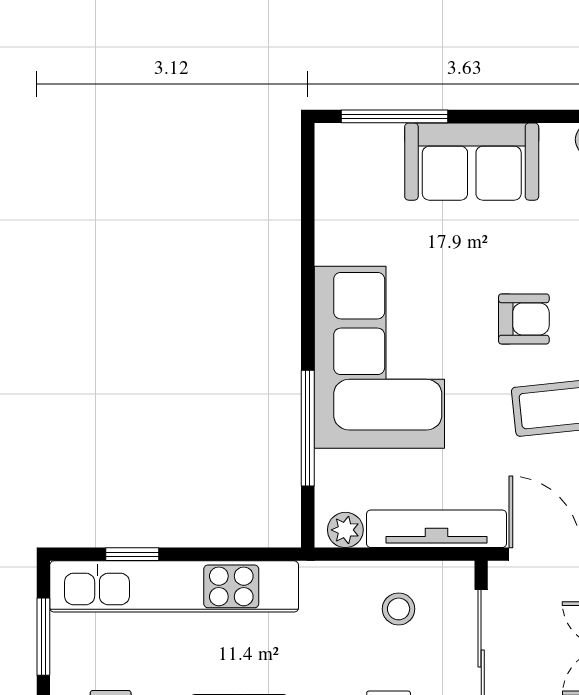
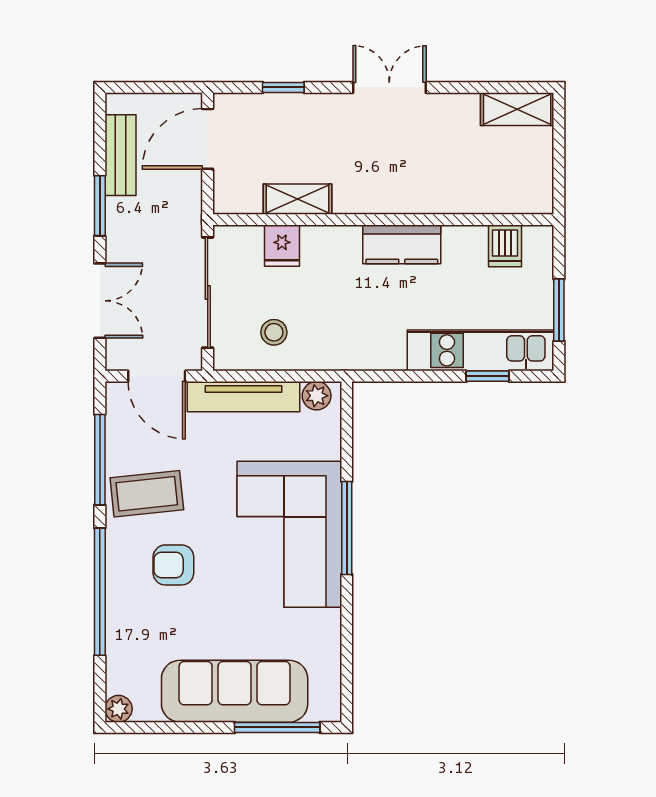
sofa: (472, 162) -> (235, 691), width x1.36
window: (308, 428) -> (347, 528), moved
kitchen unit: (174, 586) -> (481, 350), width x0.73

